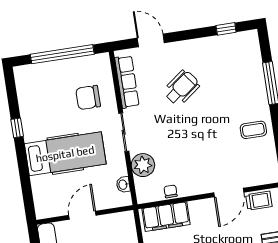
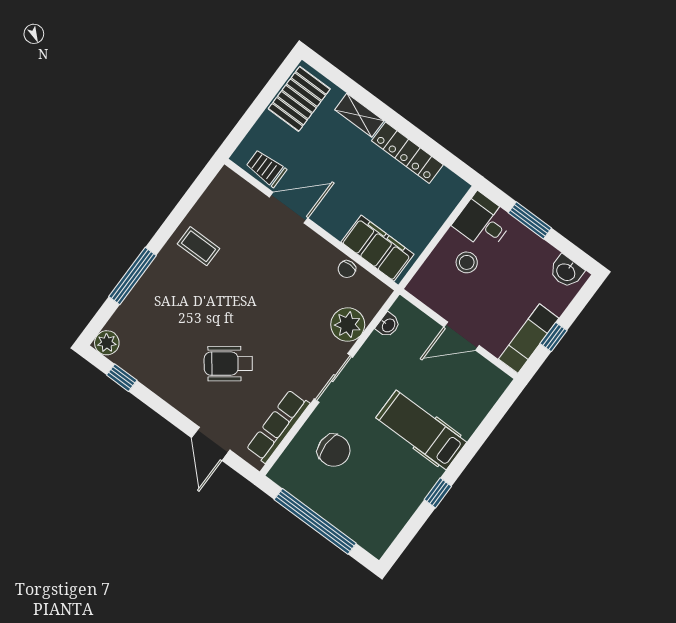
plant: (250, 38) -> (107, 343), added
hospital bed: (65, 154) -> (421, 430), width x0.73, depth x0.78

